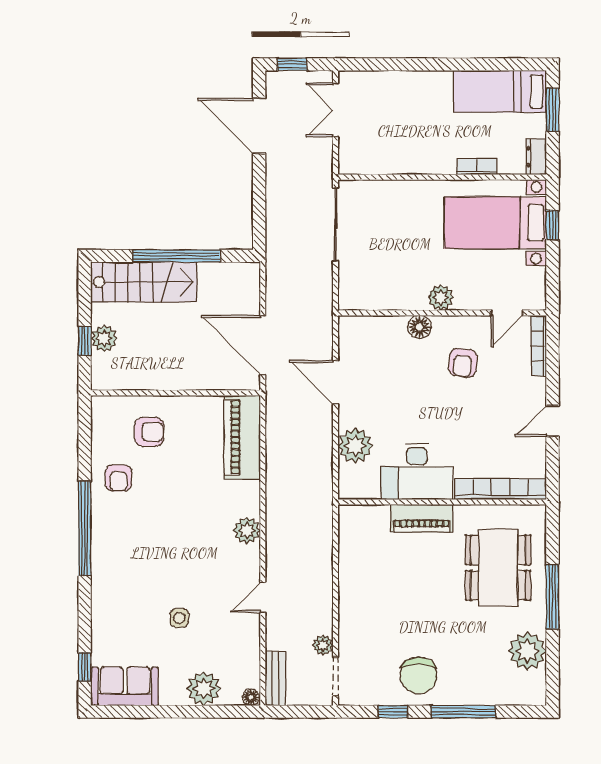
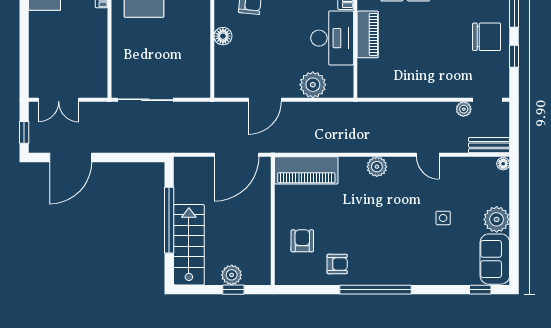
plant: (441, 298) -> (201, 20), removed
plant: (204, 689) -> (497, 219), moved

